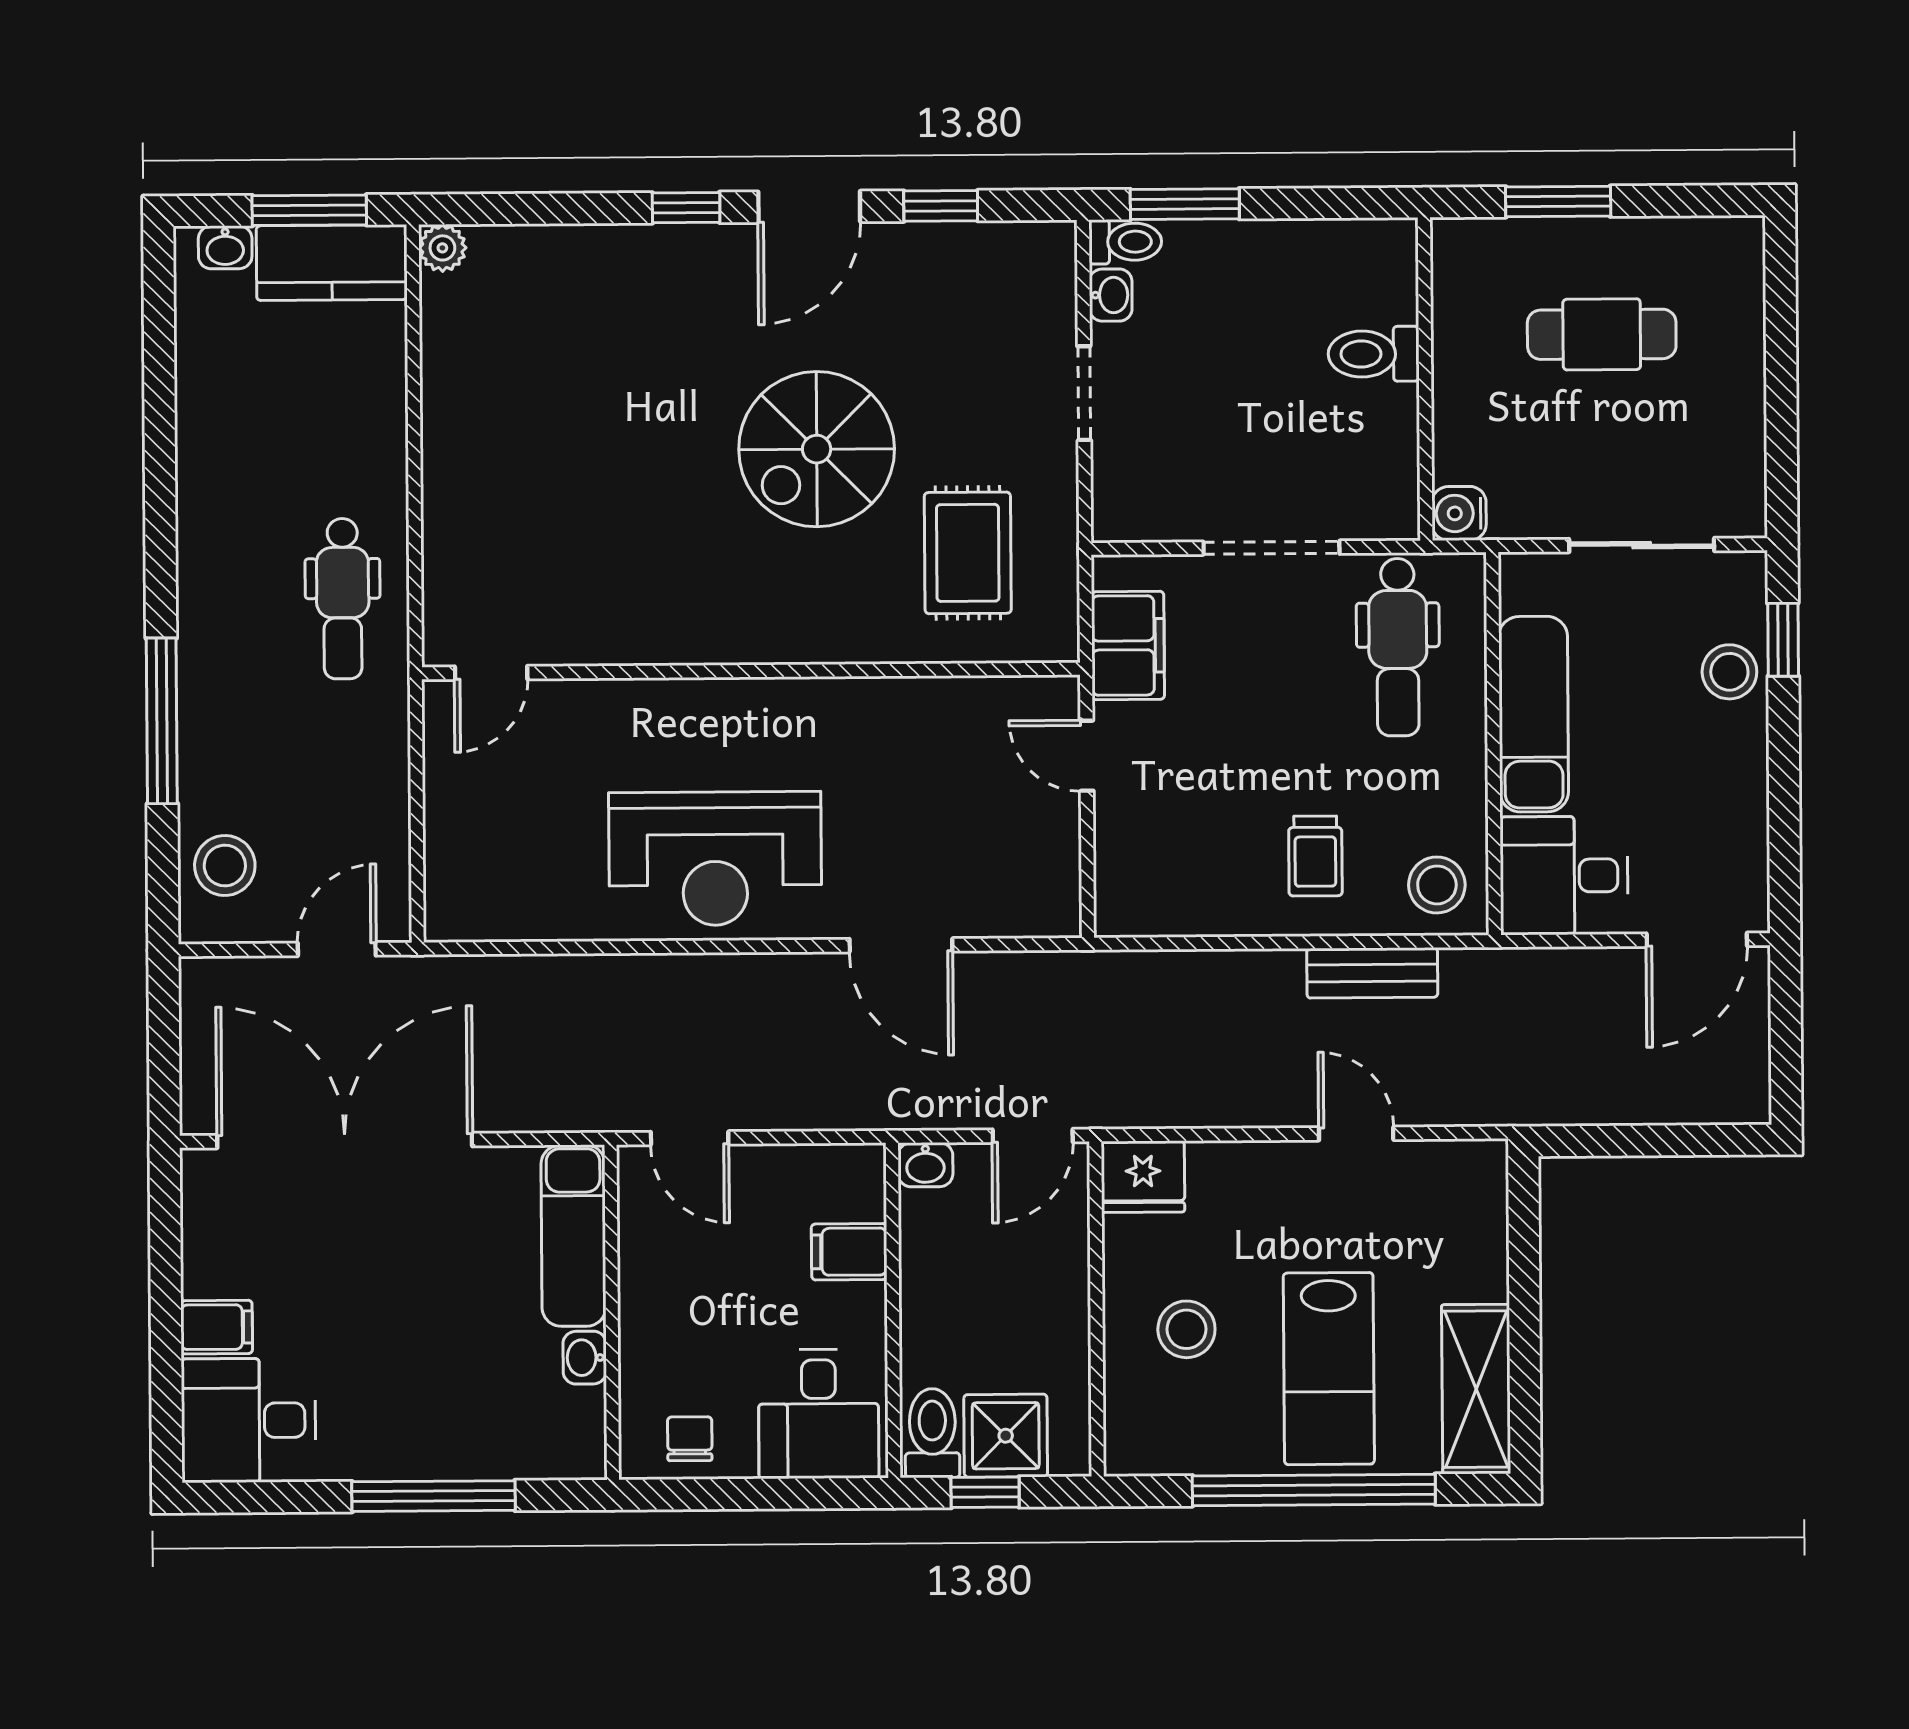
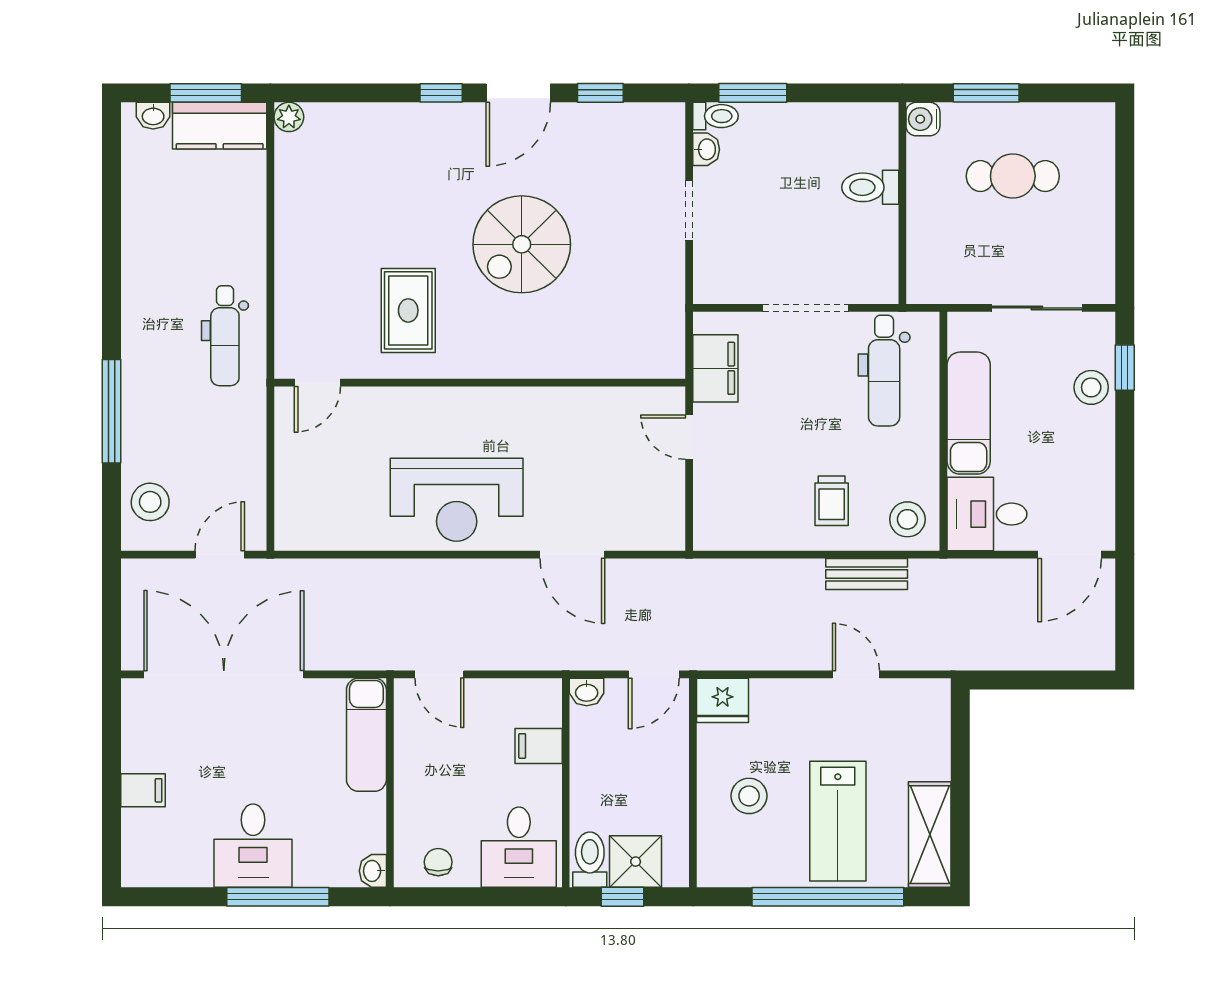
water cooler: (1459, 513) -> (923, 119), moved
rug: (968, 553) -> (408, 310), moved
washbasin: (585, 1358) -> (373, 871), moved
desk: (249, 1420) -> (253, 846), moved, turned -90

